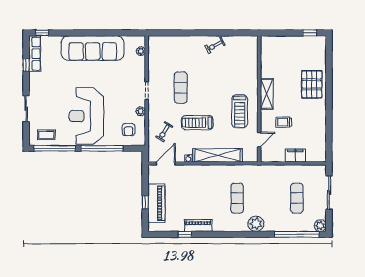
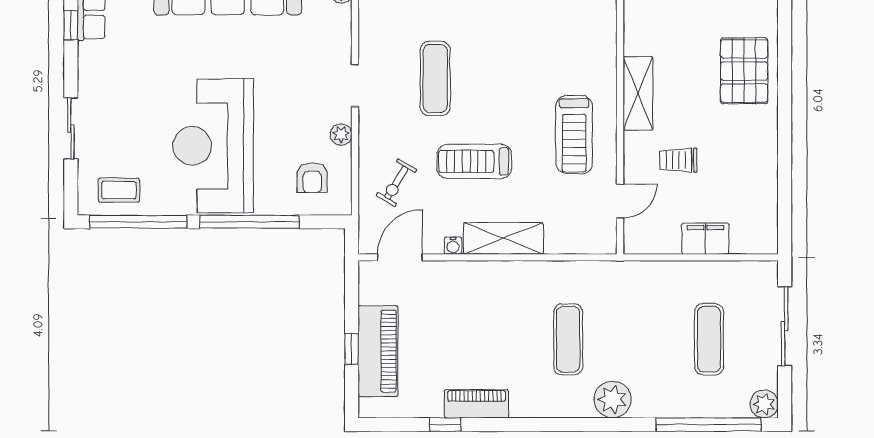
shelving: (218, 155) -> (504, 238), width x0.68

